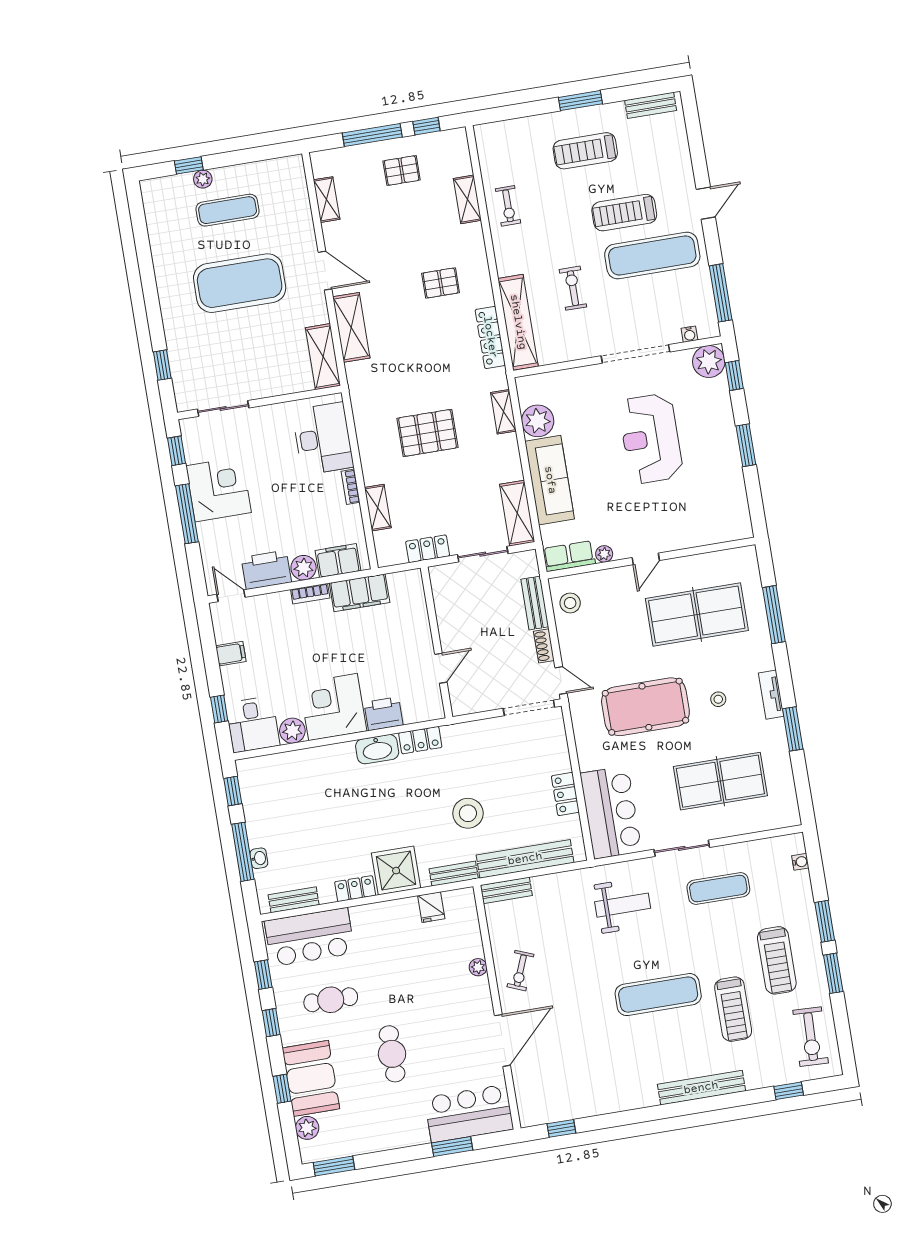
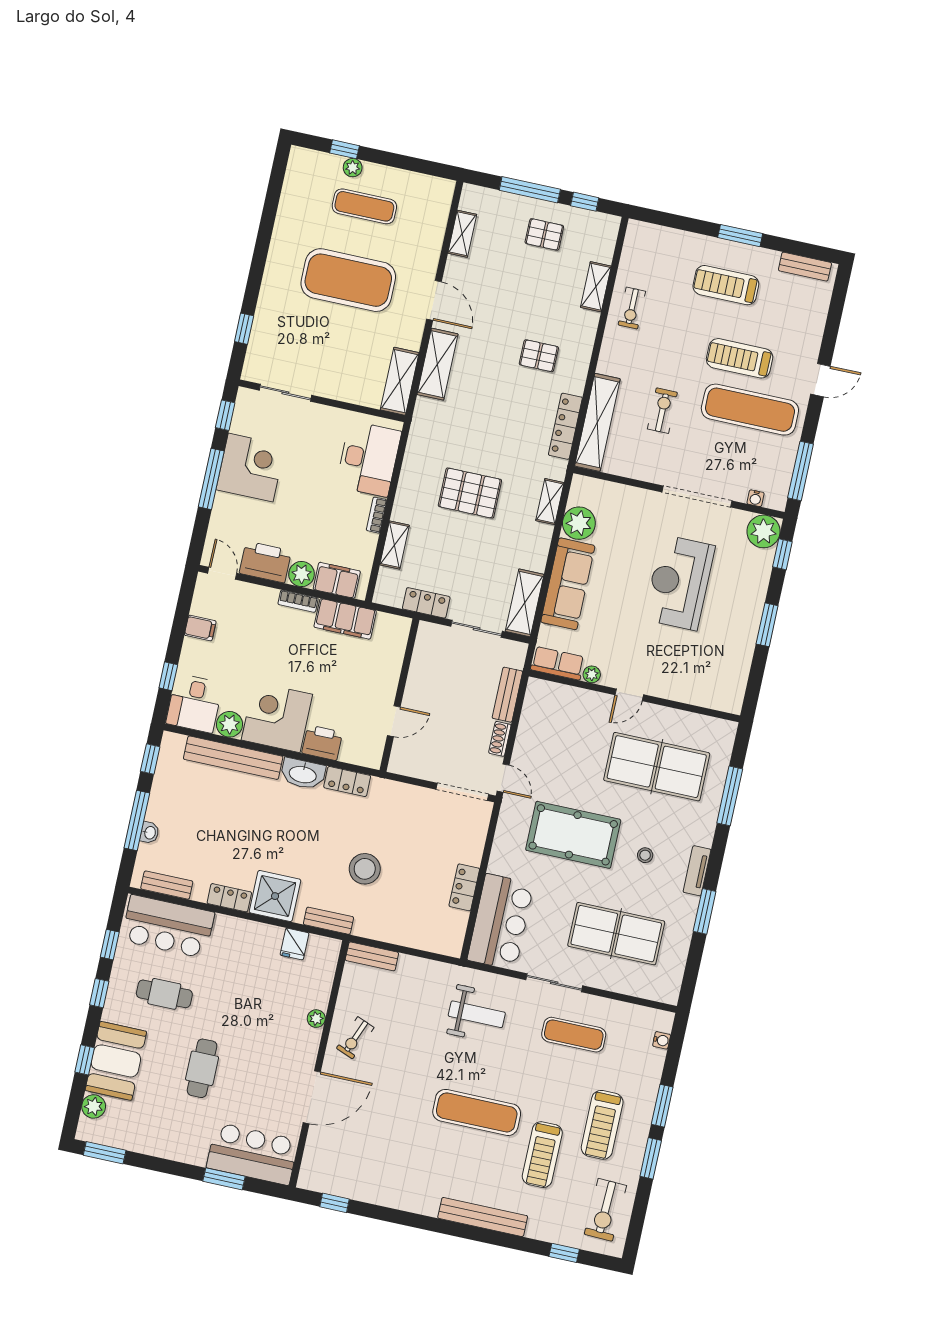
stool: (570, 603) -> (541, 708), removed
bench: (525, 859) -> (233, 758), moved

